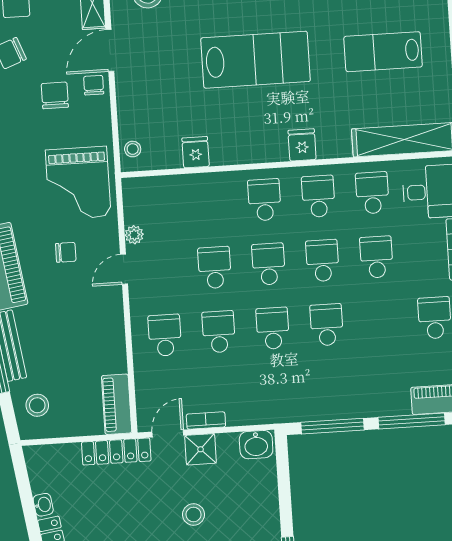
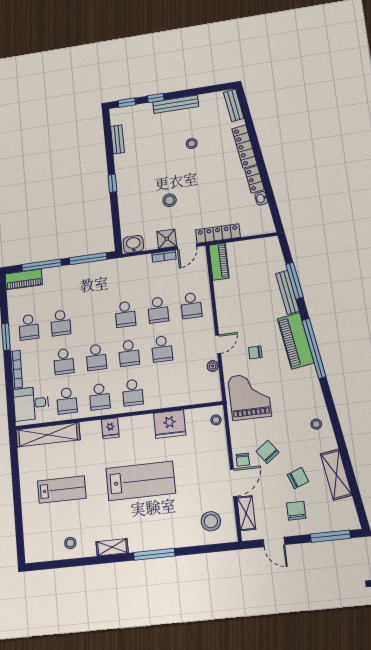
lab bench: (256, 60) -> (141, 481), turned 180
chair: (55, 95) -> (268, 452), turned 144
fridge: (196, 152) -> (170, 424), width x1.88, depth x1.34
school desk: (327, 325) -> (61, 323), moved
stool: (37, 405) -> (268, 257), removed

